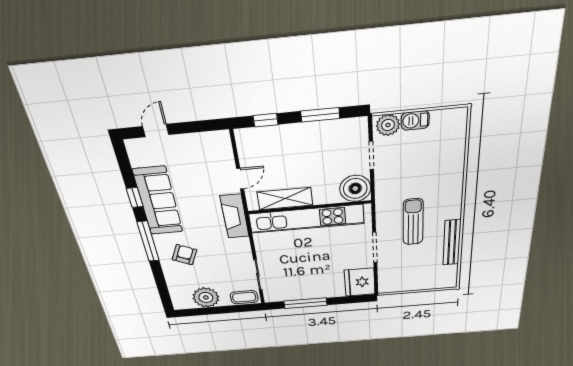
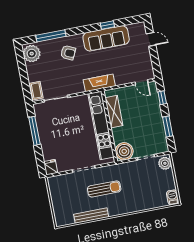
barbecue: (415, 120) -> (173, 197), moved
door: (240, 179) -> (142, 82), moved
window: (148, 241) -> (51, 36), moved
fridge: (360, 282) -> (51, 167), width x0.53, depth x0.75
plant: (206, 297) -> (32, 54), moved

